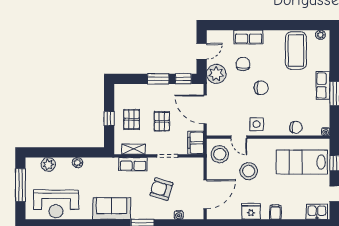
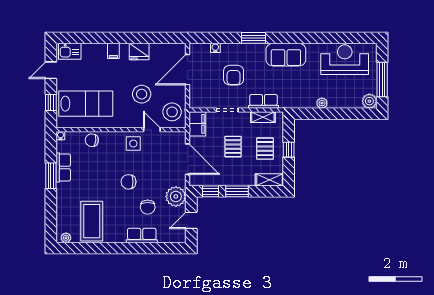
row of seats: (323, 86) -> (63, 167), moved
shelving: (127, 90) -> (269, 180), added
plant: (48, 164) -> (369, 101), moved
armchair: (161, 189) -> (234, 75), turned 73

